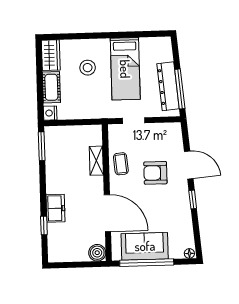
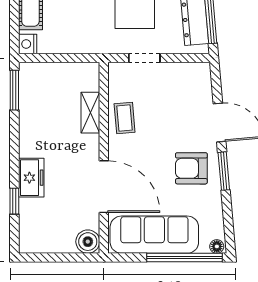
armchair: (155, 173) -> (191, 168), moved
window: (193, 200) -> (224, 171), width x1.50
sofa: (145, 246) -> (154, 235), width x1.36
window: (147, 263) -> (184, 258), moved

